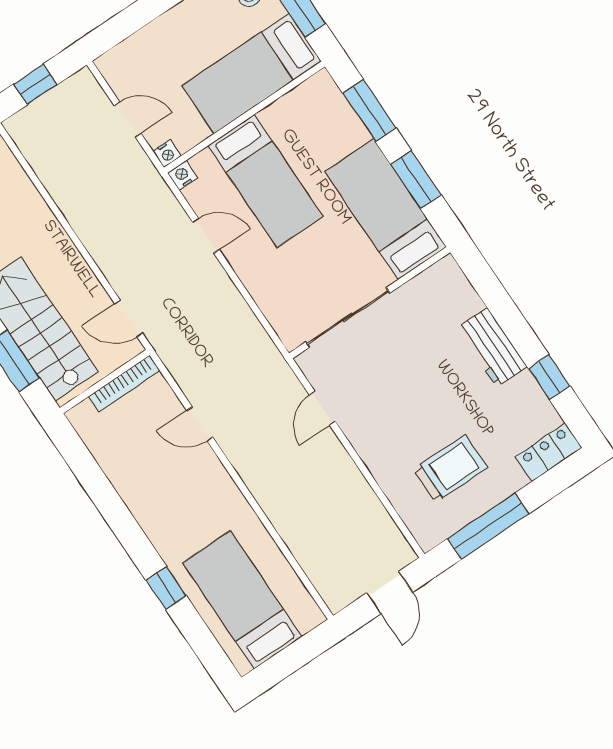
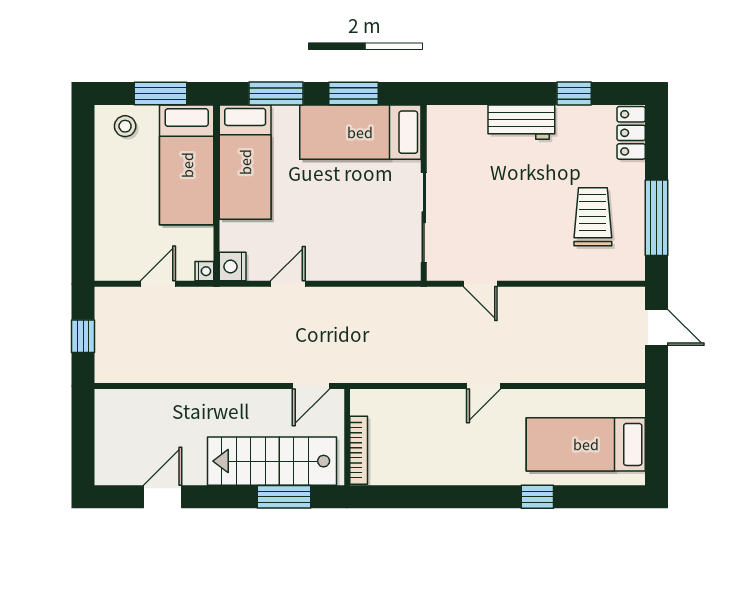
nightstand: (182, 175) -> (233, 267), width x1.39, depth x1.35
bed: (266, 181) -> (245, 162), moved, turned 90
bookcase: (124, 383) -> (359, 450), moved
door: (200, 424) -> (484, 386), moved

